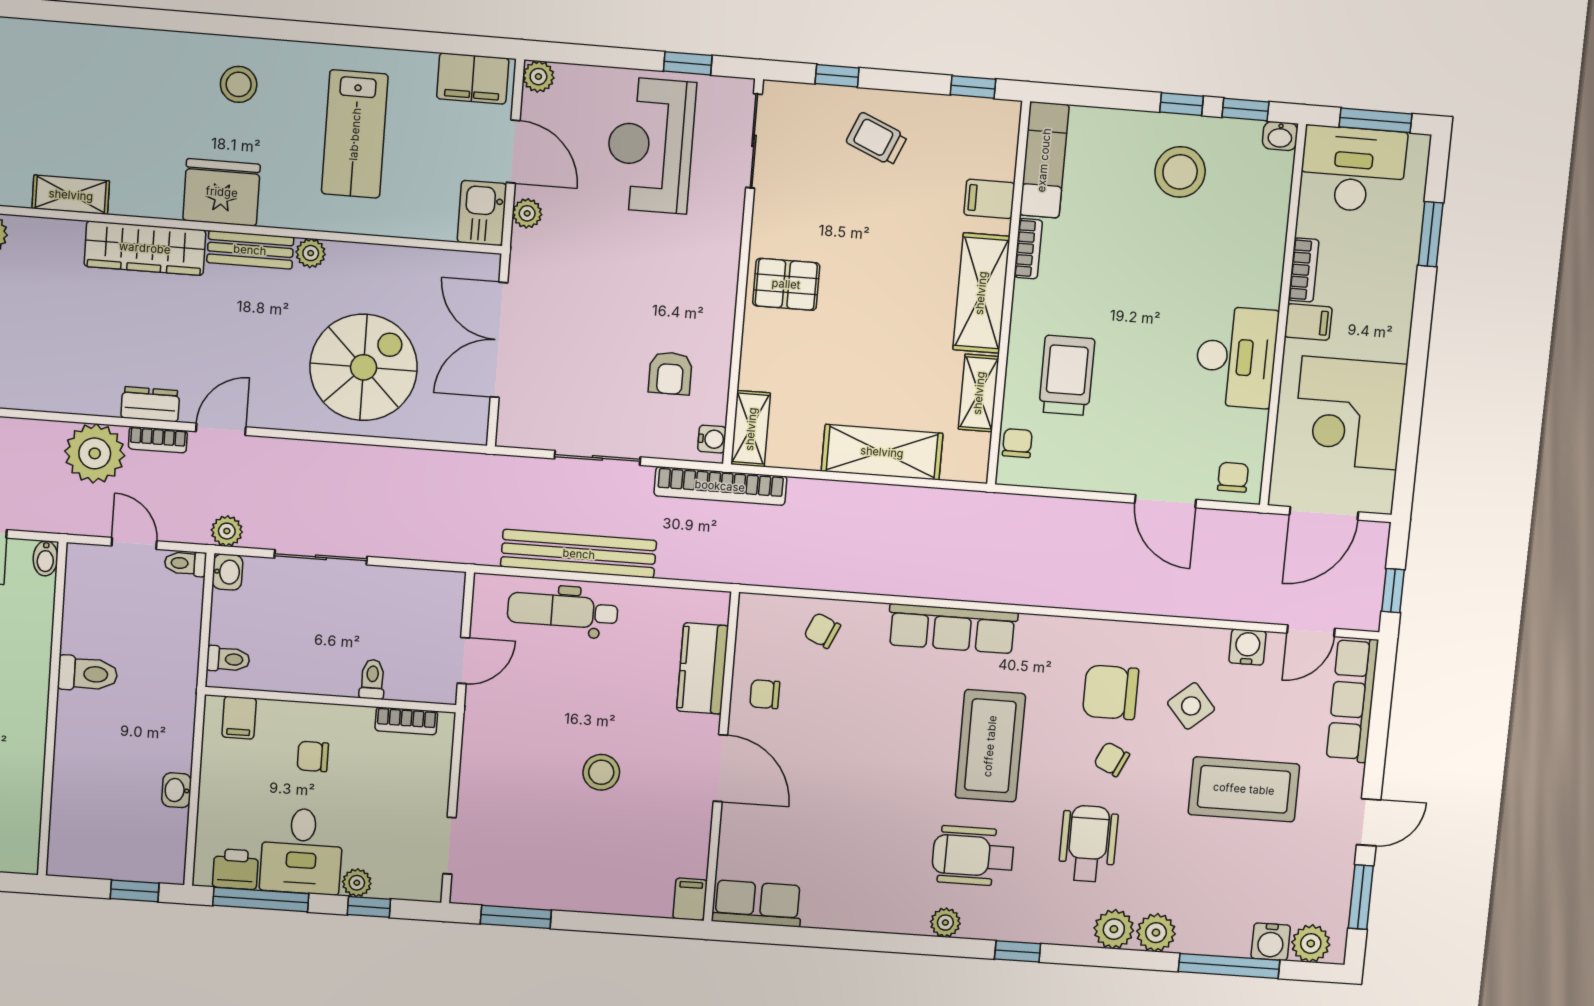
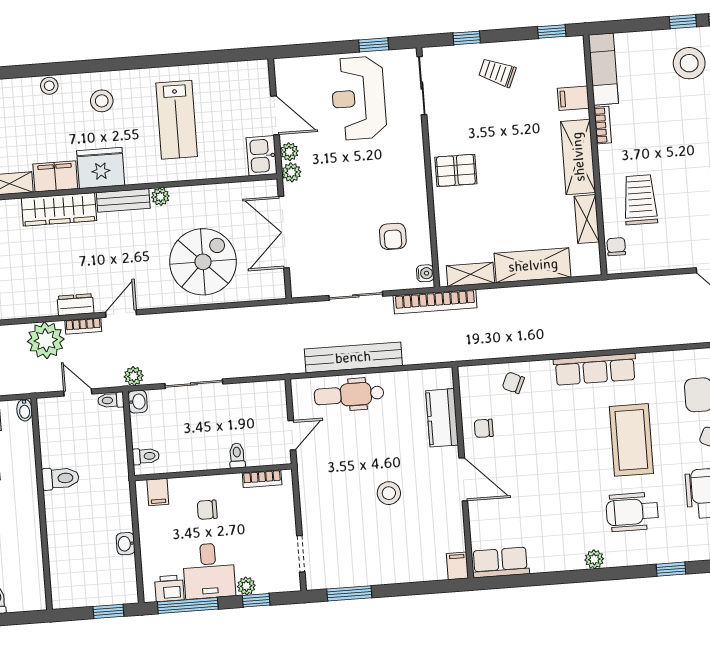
stool: (157, 47) -> (49, 86), added
plant: (538, 77) -> (291, 172), moved
filing cabinet: (473, 79) -> (55, 176), moved, turned 180
shelving: (751, 429) -> (470, 274), moved, turned 90
plant: (945, 923) -> (594, 559), moved

